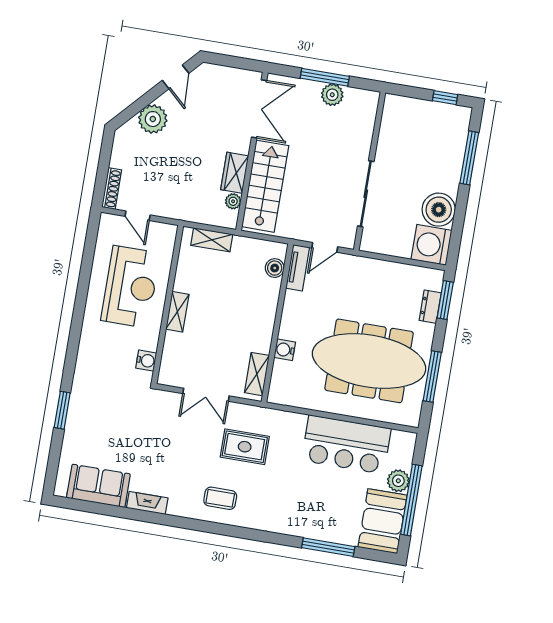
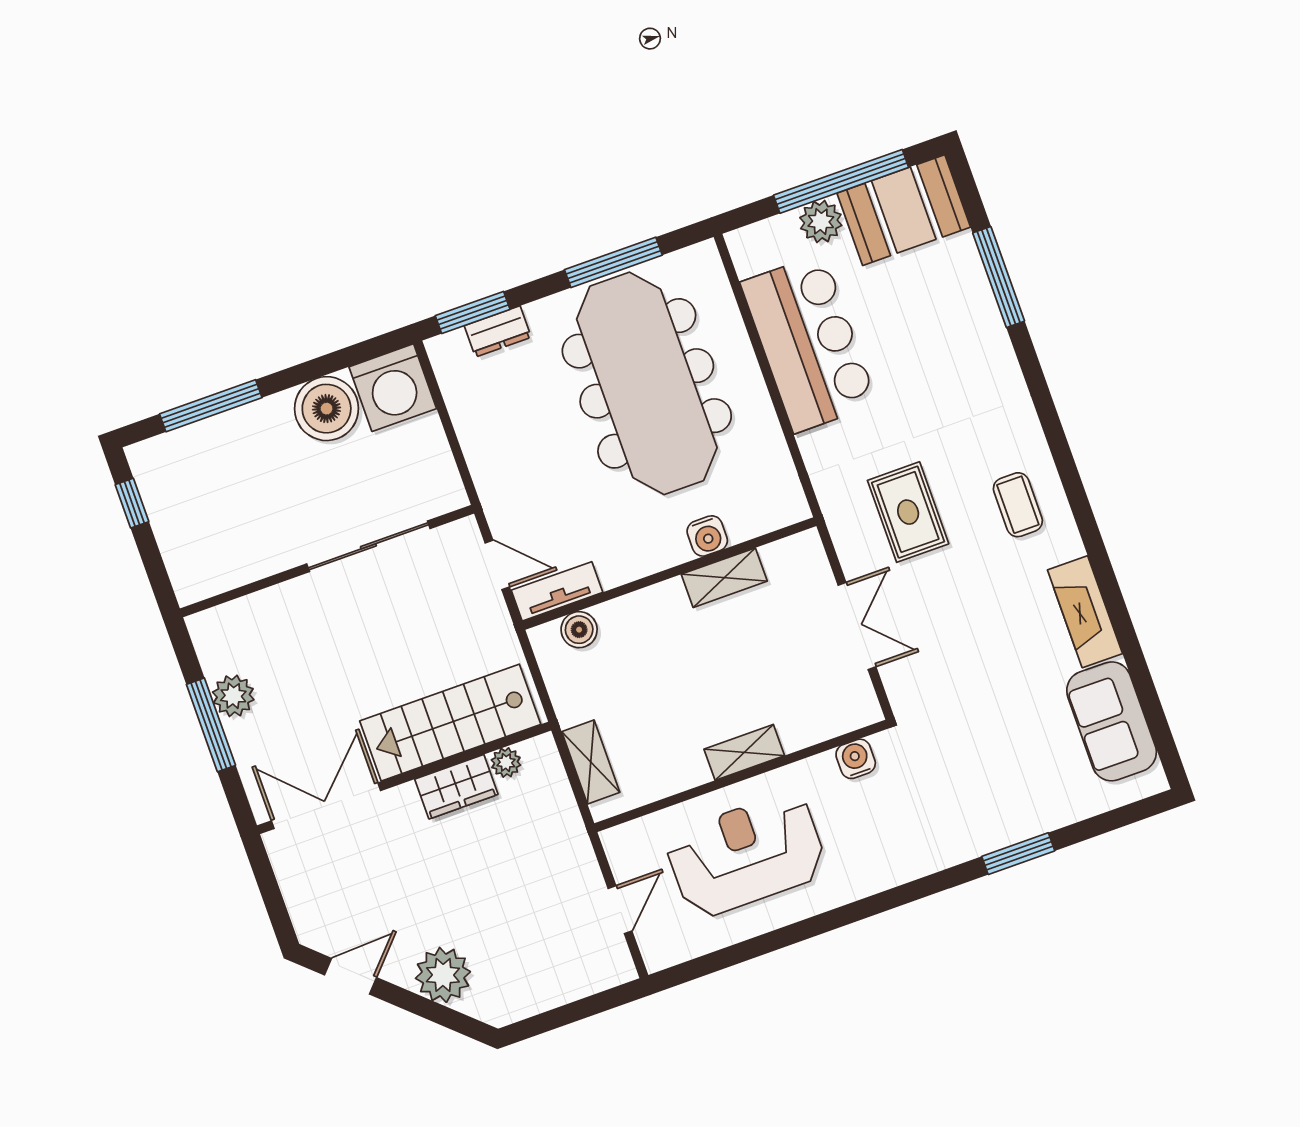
shoe rack: (112, 189) -> (599, 979), removed
shelving: (257, 374) -> (724, 578), moved
fireplace: (147, 503) -> (1085, 612), width x1.37, depth x1.32

